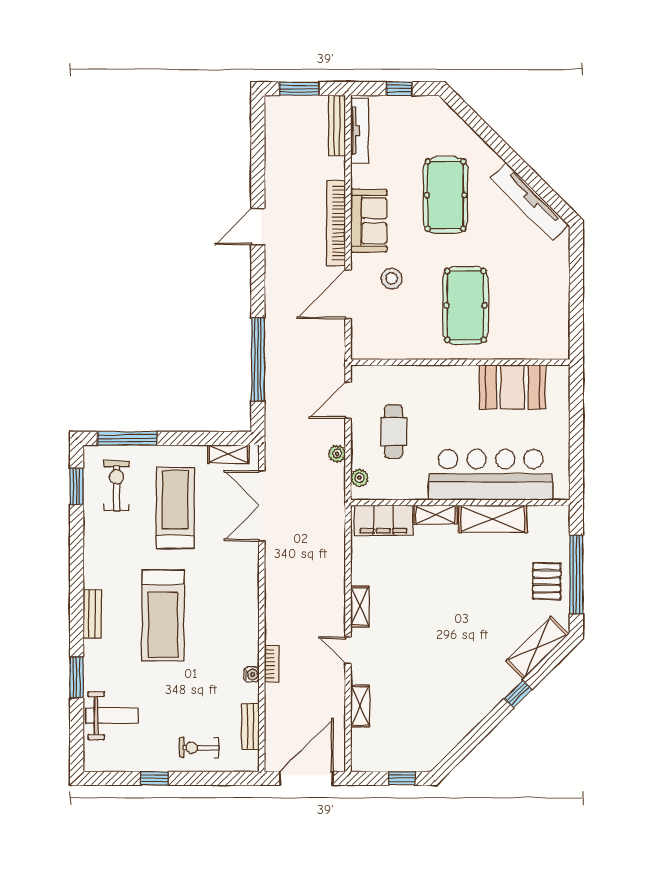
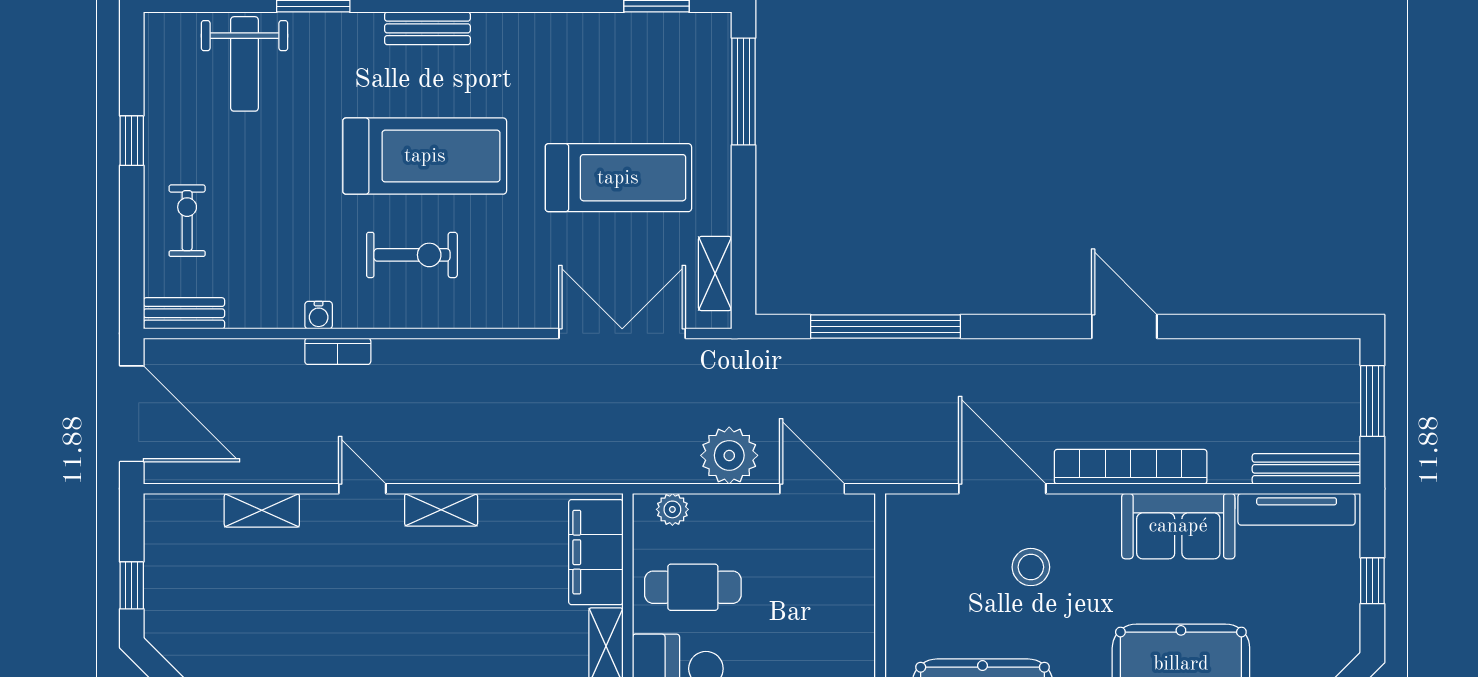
sofa: (369, 221) -> (1178, 526), moved
cafe table: (394, 431) -> (693, 587), moved
plant: (337, 454) -> (729, 455), width x1.87, depth x1.87
exercise bike: (117, 486) -> (412, 255), moved
treadmill: (163, 616) -> (425, 156), turned 180
door: (348, 650) -> (362, 489), hinge flipped
bench: (250, 726) -> (184, 313), moved

